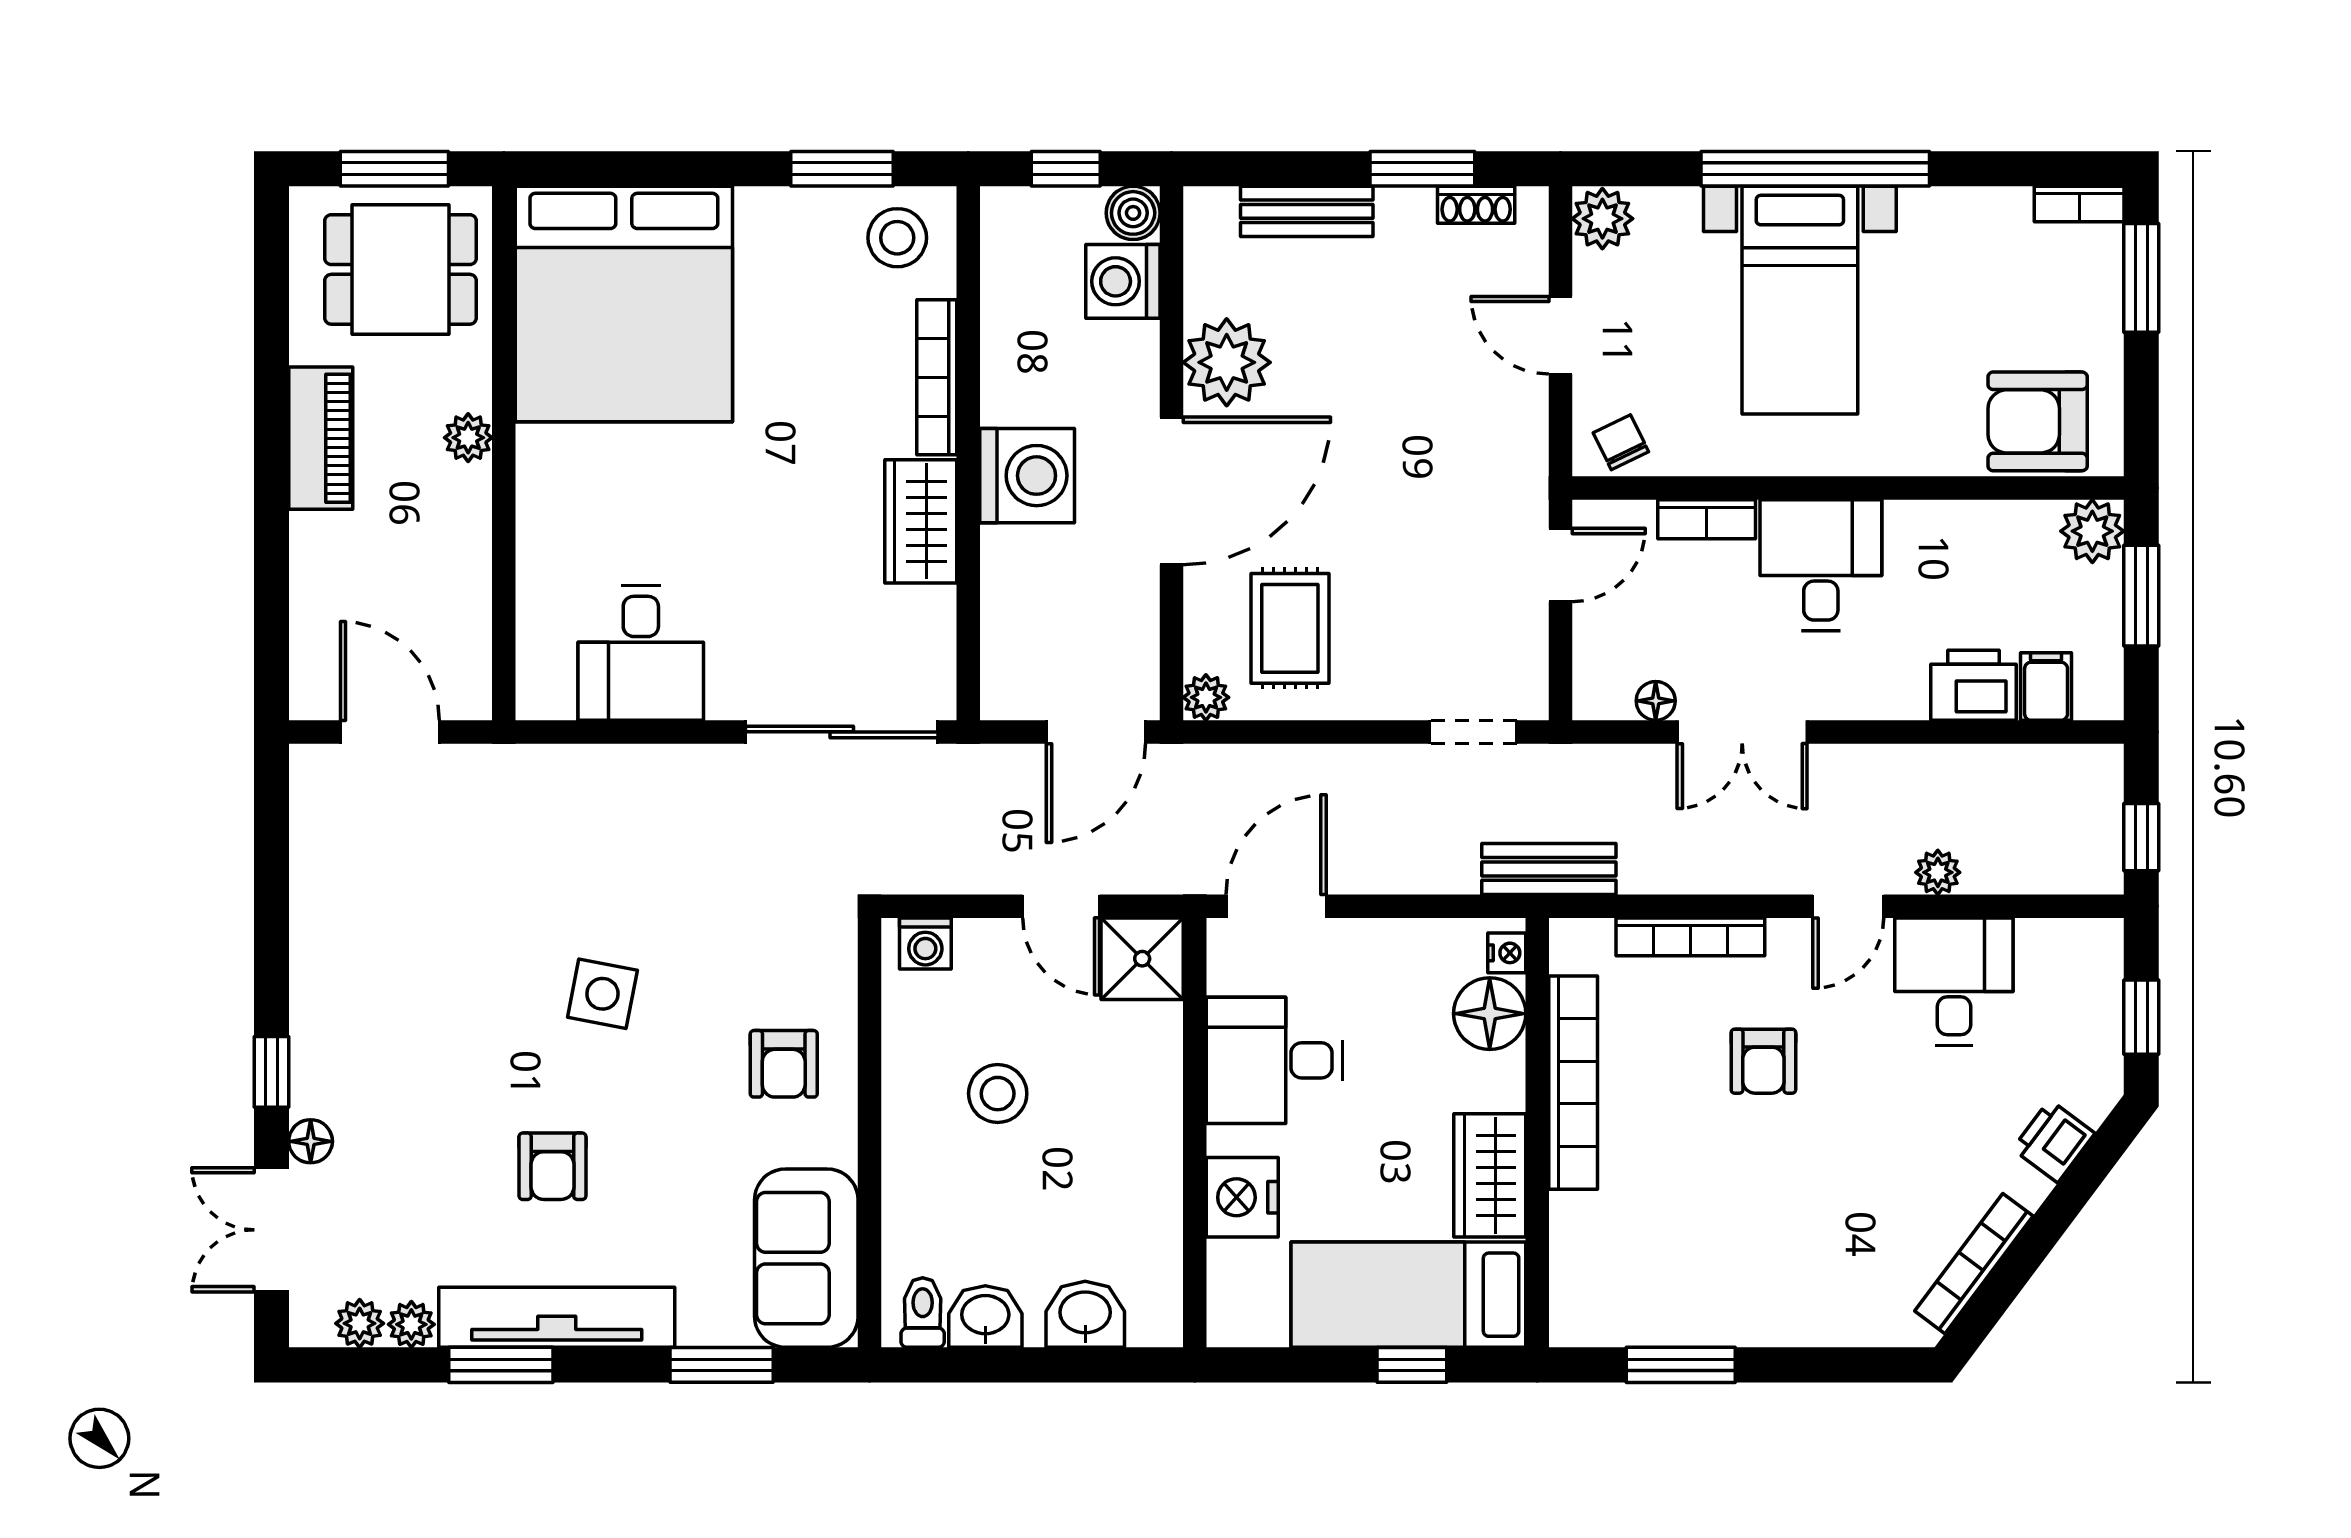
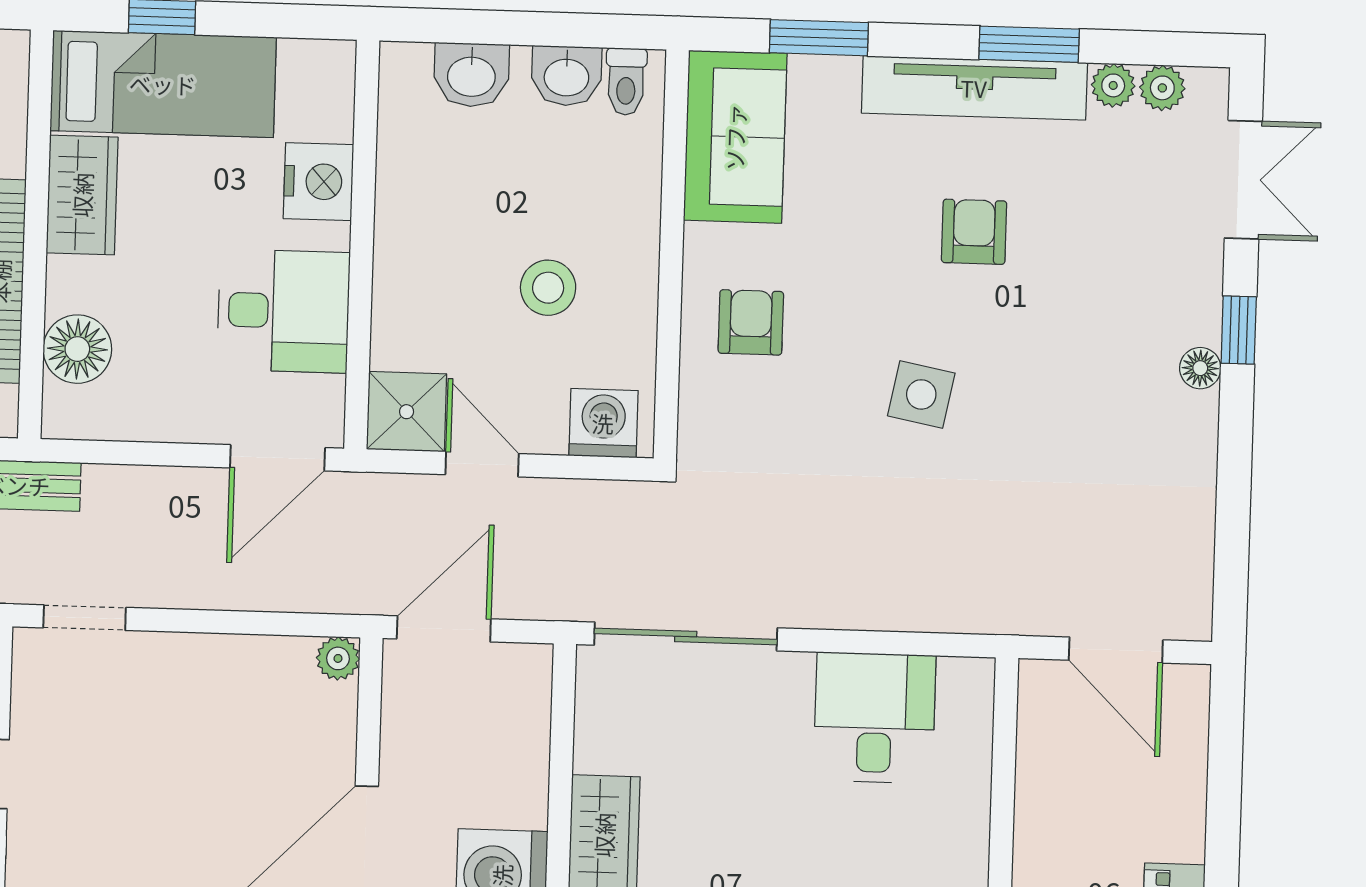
rug: (1290, 628) -> (256, 722), removed
washing machine: (925, 943) -> (603, 423), width x1.38, depth x1.38
nightstand: (1507, 953) -> (59, 406), removed
floor lamp: (311, 1141) -> (1200, 368), moved

